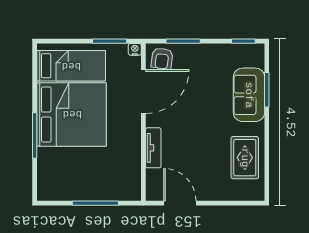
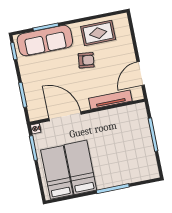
armchair: (162, 58) -> (86, 60), moved
sofa: (249, 95) -> (45, 41), width x1.36
bed: (72, 114) -> (80, 167), width x0.49
tv unit: (153, 148) -> (110, 100), width x1.41

